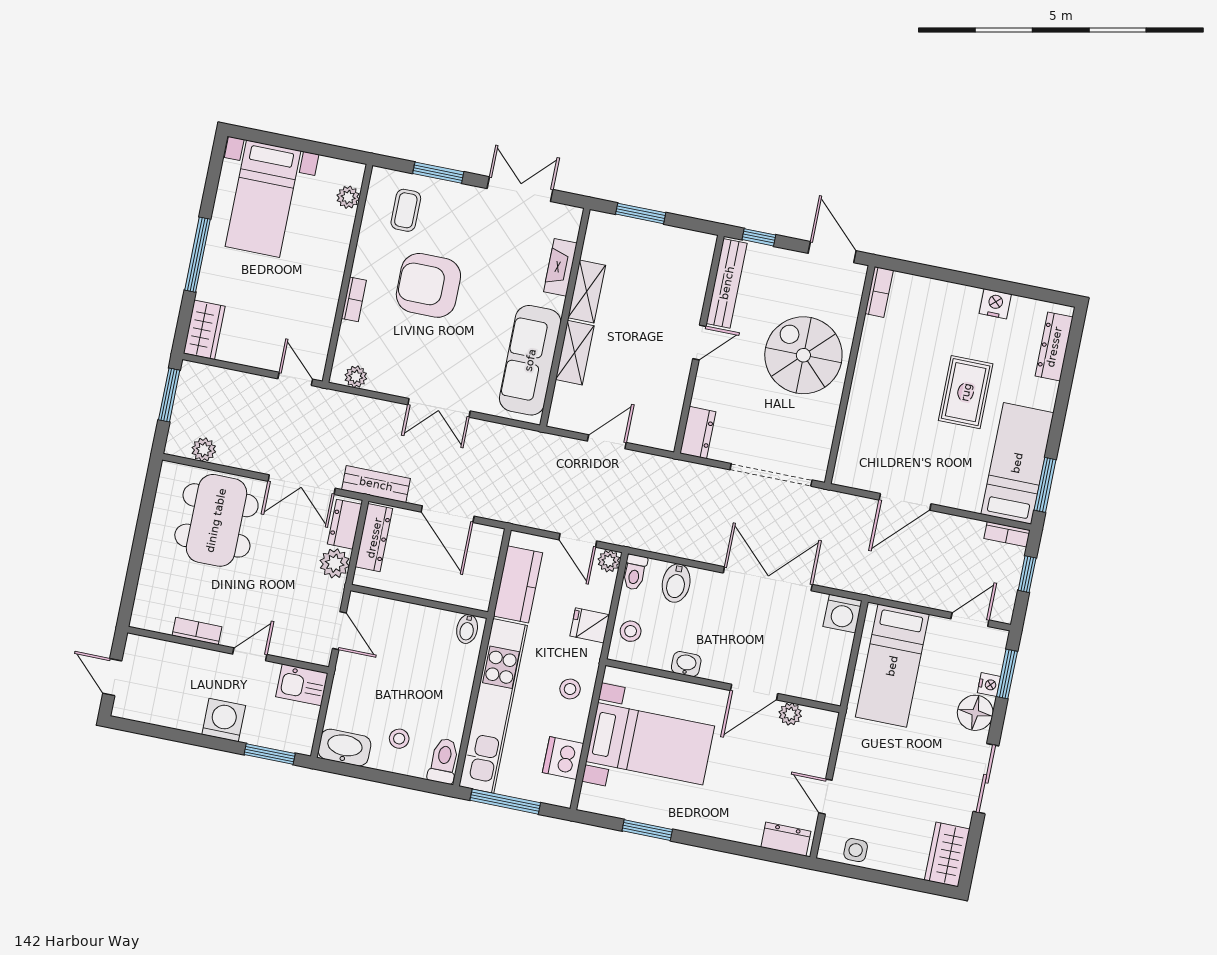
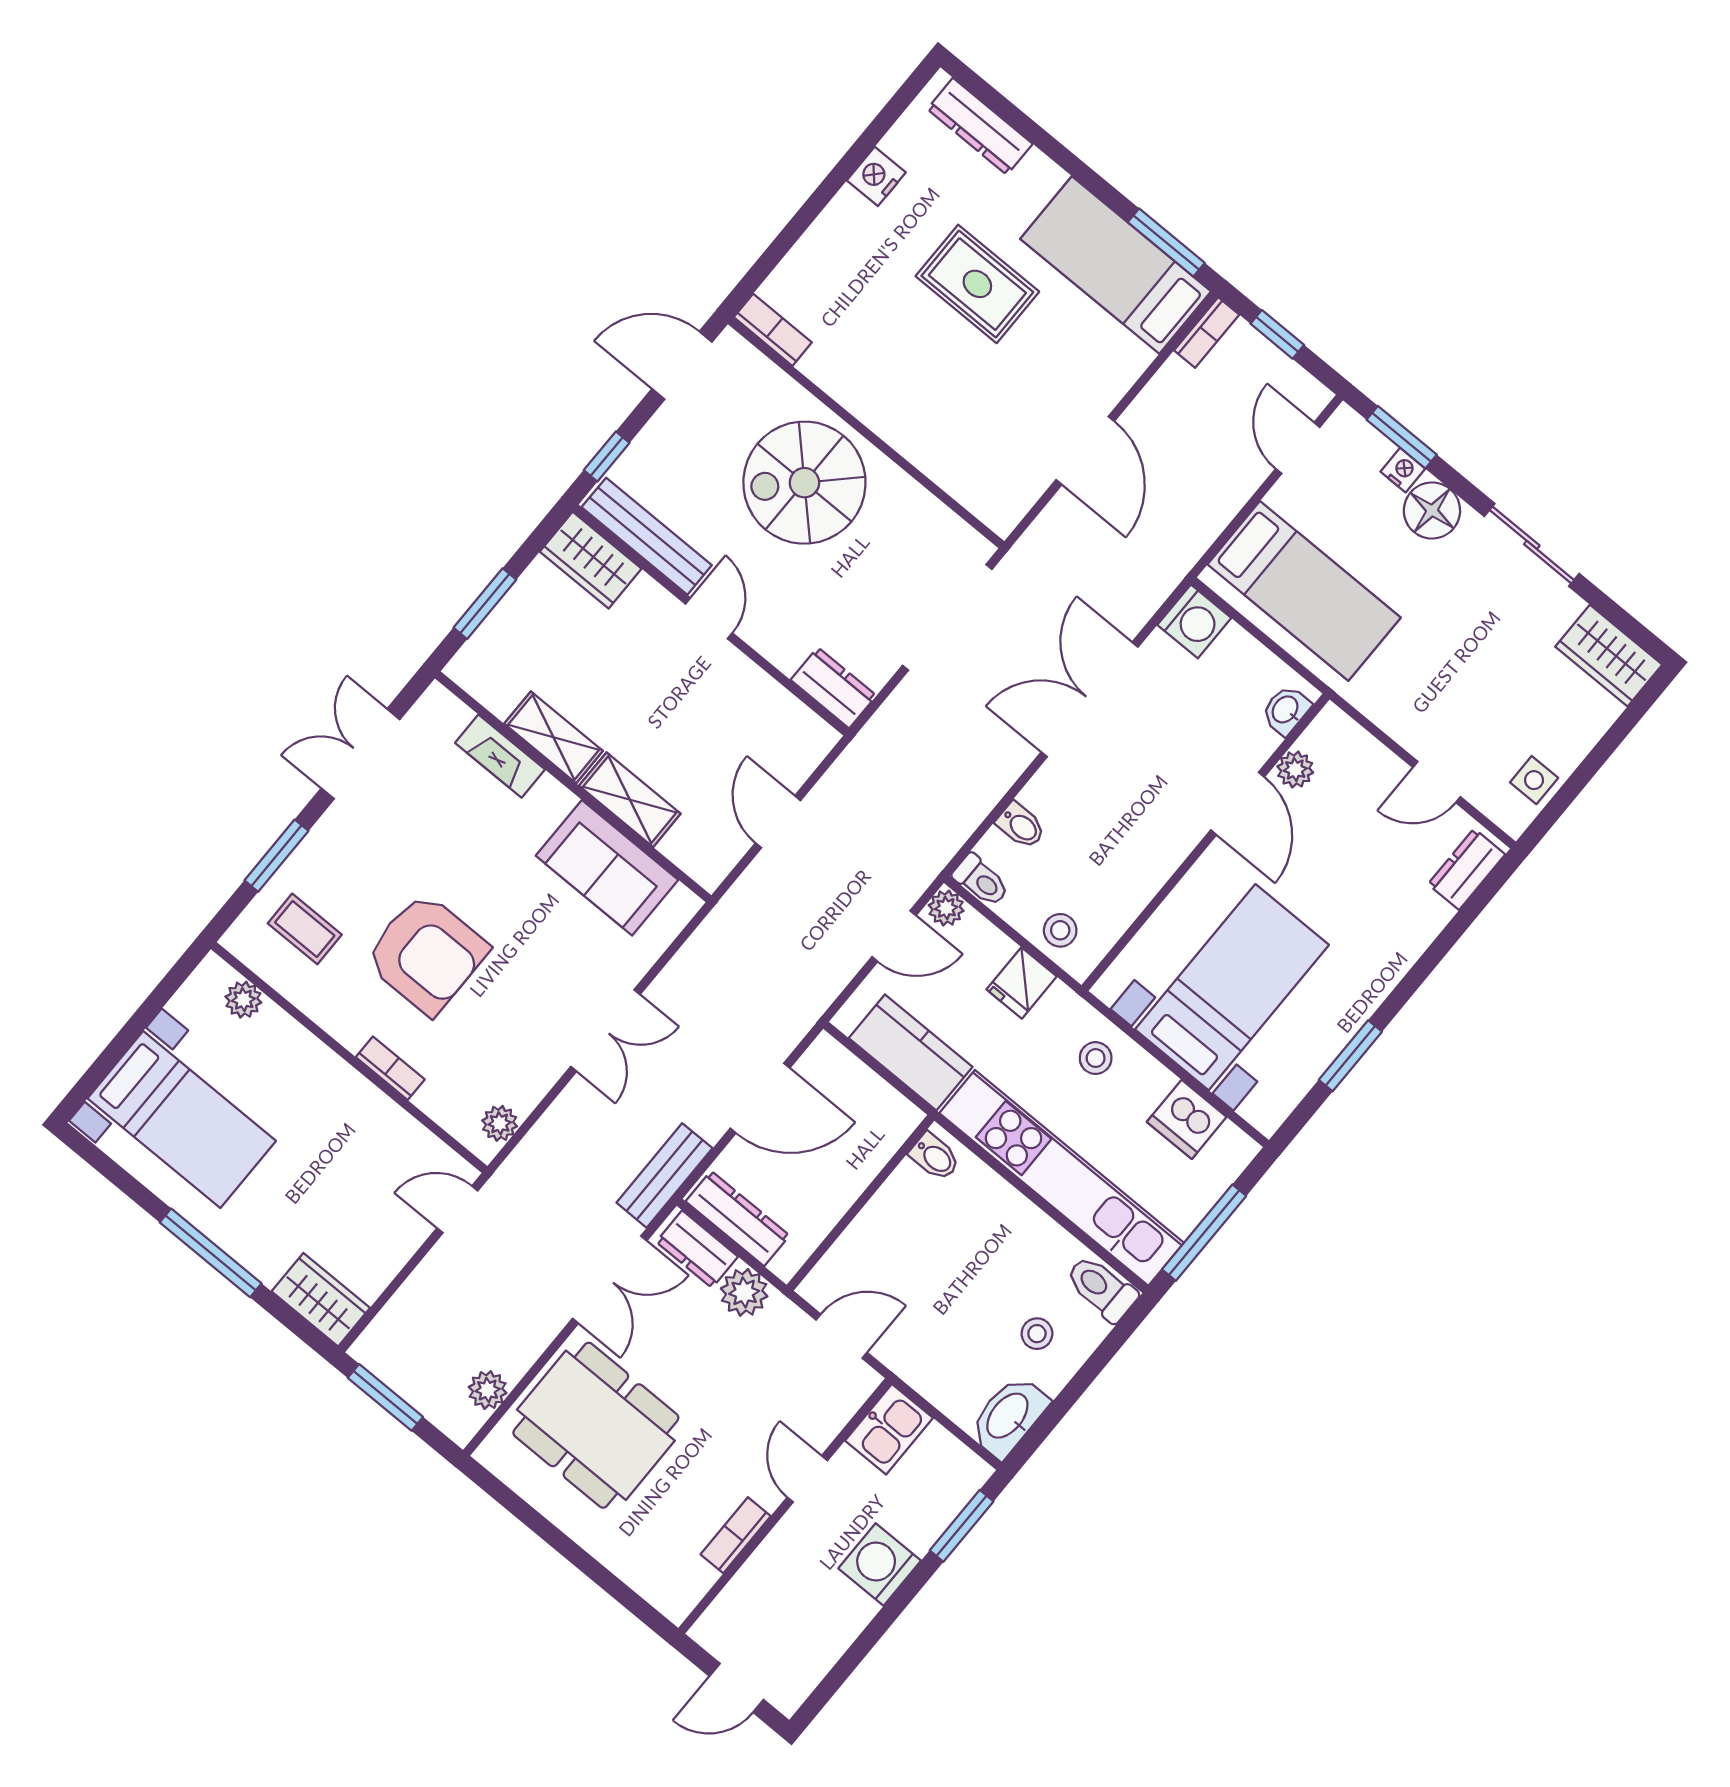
wardrobe: (696, 259) -> (591, 560), added
armchair: (428, 285) -> (426, 954), turned -90
sofa: (530, 360) -> (607, 868), width x0.73
bidet: (676, 583) -> (1021, 826), width x0.72, depth x0.74
washbasin: (686, 664) -> (1286, 710), moved

